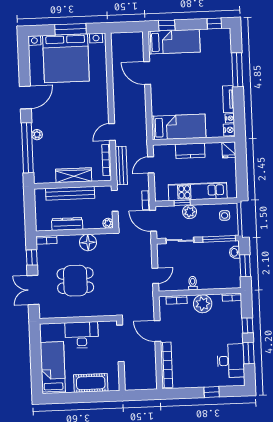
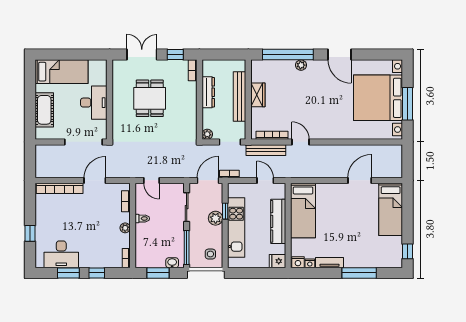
window: (167, 25) -> (408, 203), removed
kitchen counter: (190, 151) -> (278, 221), width x1.50
wardrobe: (74, 175) -> (258, 95), width x0.67
floor lamp: (88, 242) -> (188, 113), removed
plant: (203, 304) -> (125, 228), width x0.53, depth x0.53

